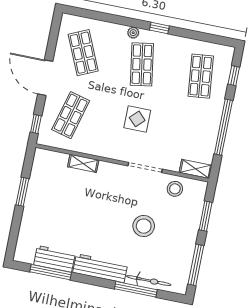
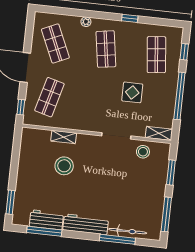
window: (159, 28) -> (130, 18), moved
plant: (133, 33) -> (86, 22), moved
display table: (137, 119) -> (132, 92), moved
window: (22, 192) -> (10, 202), moved
stool: (144, 226) -> (64, 166), moved

